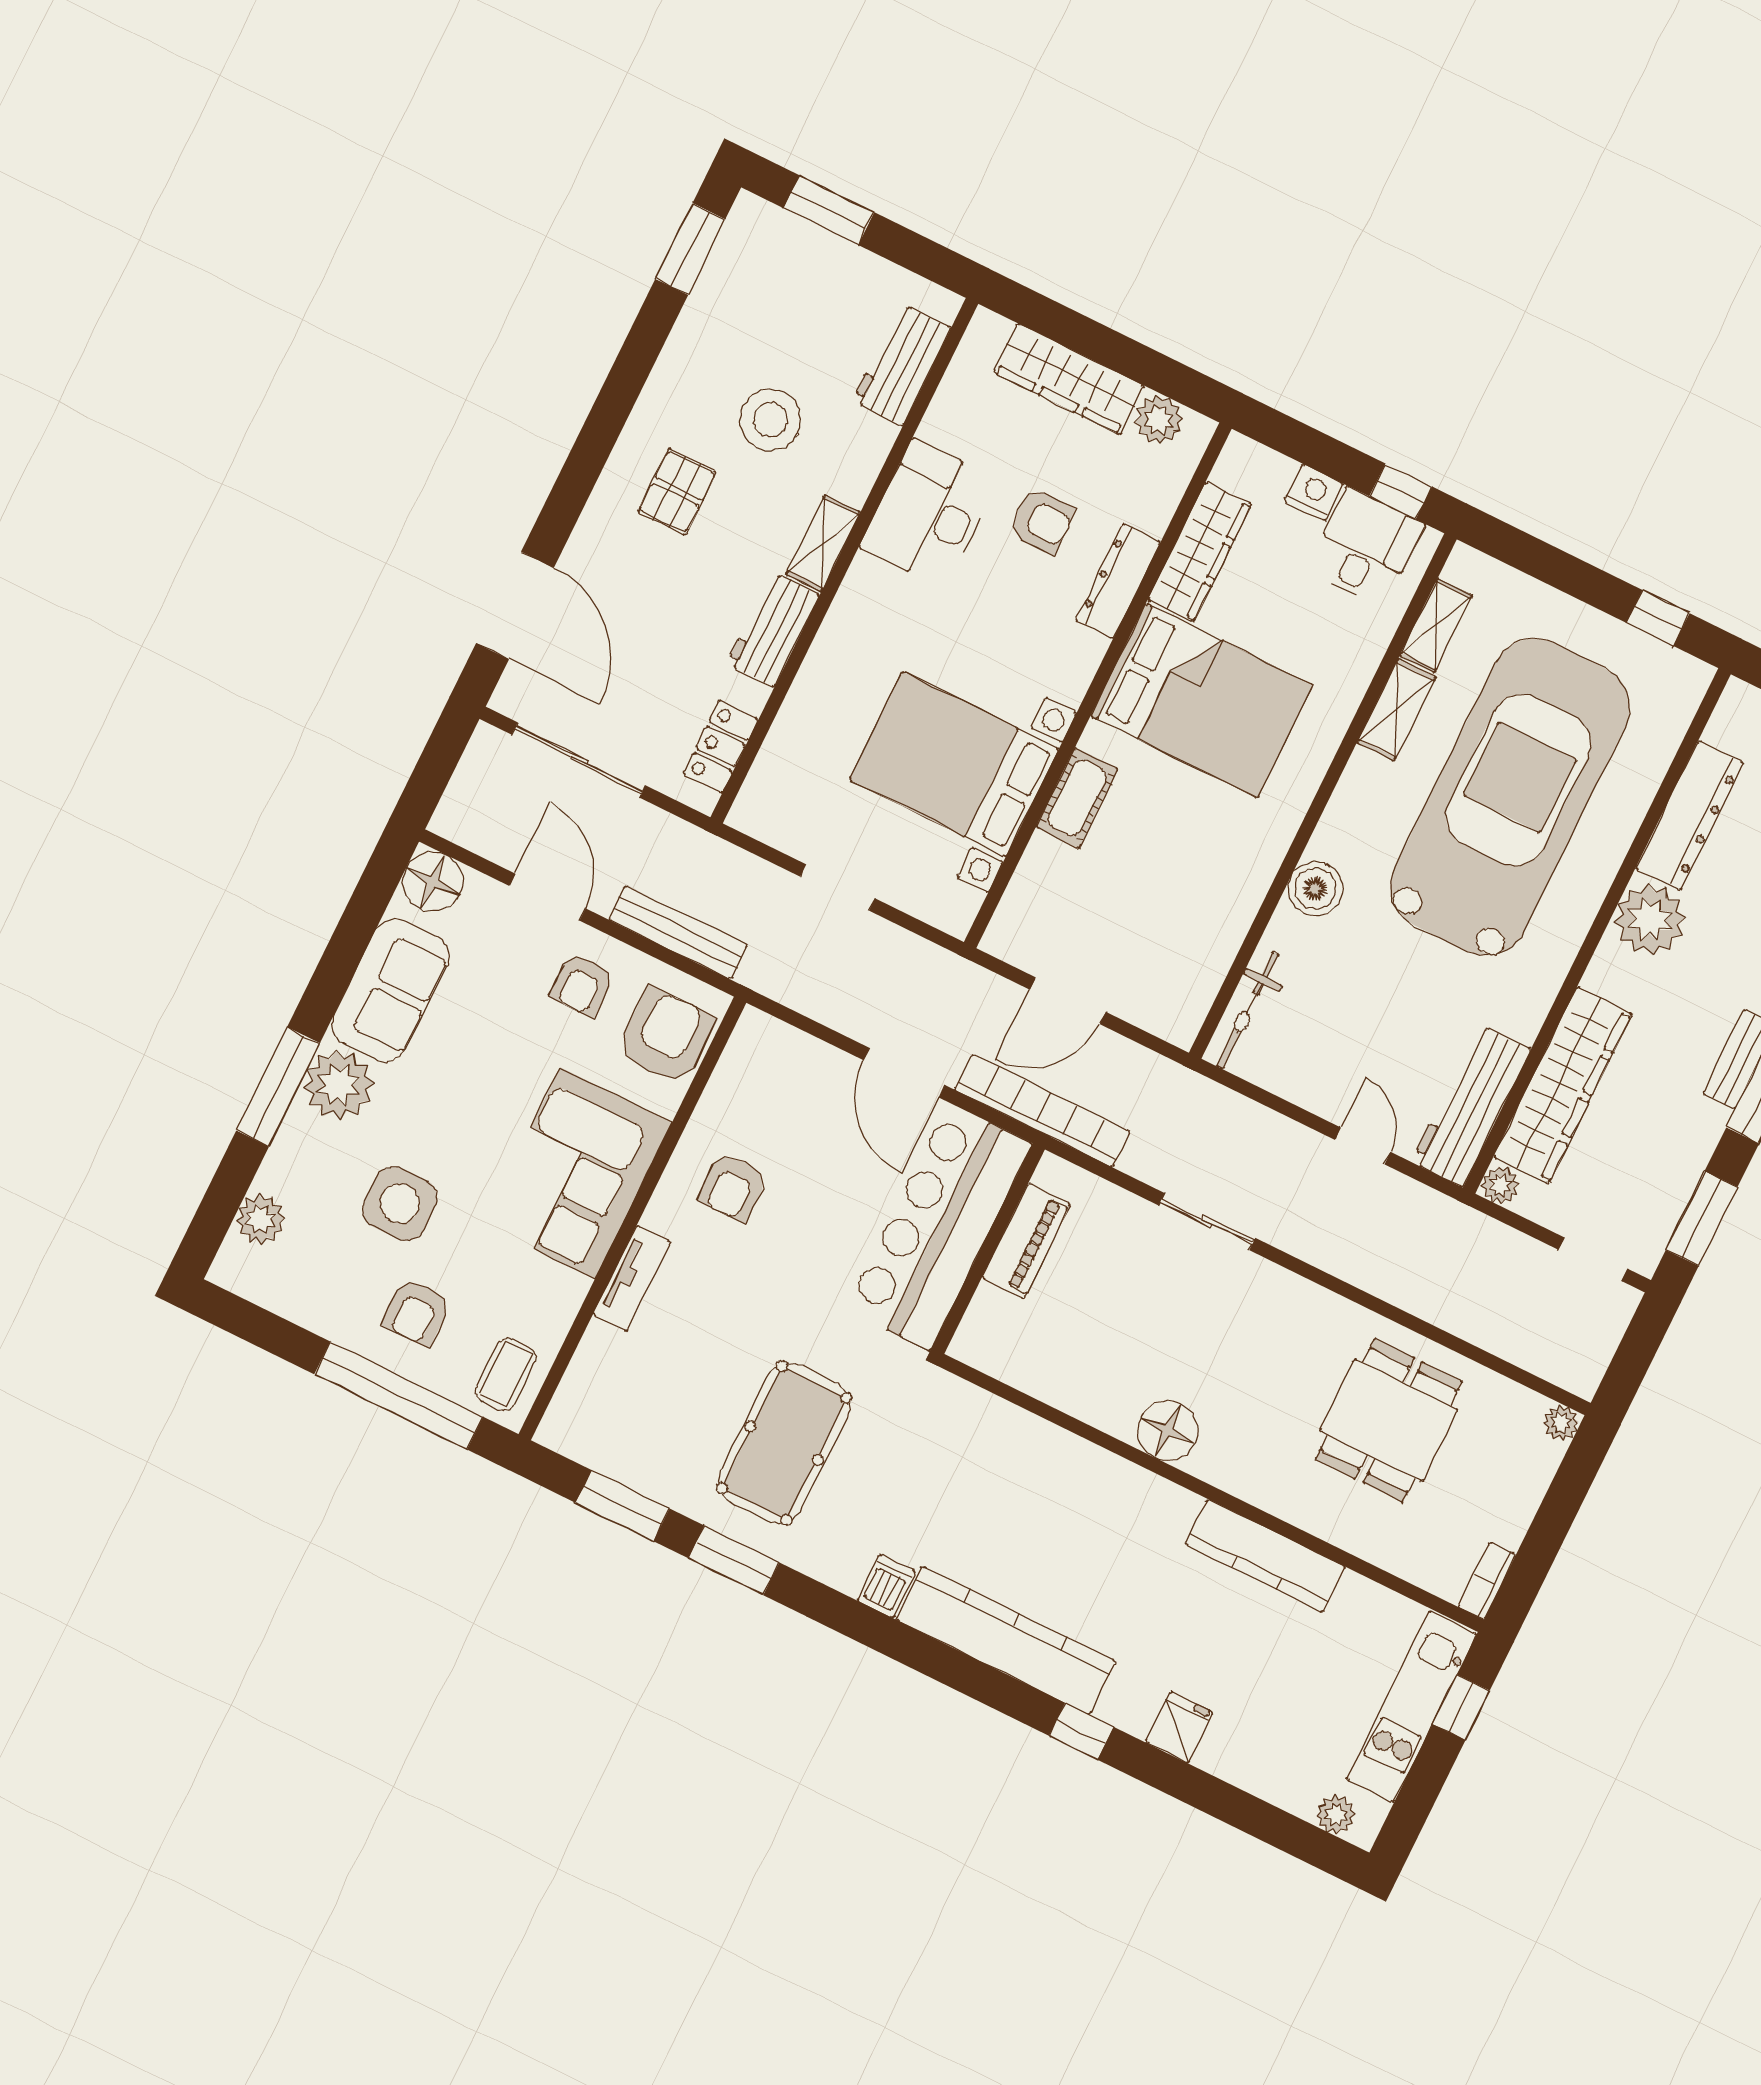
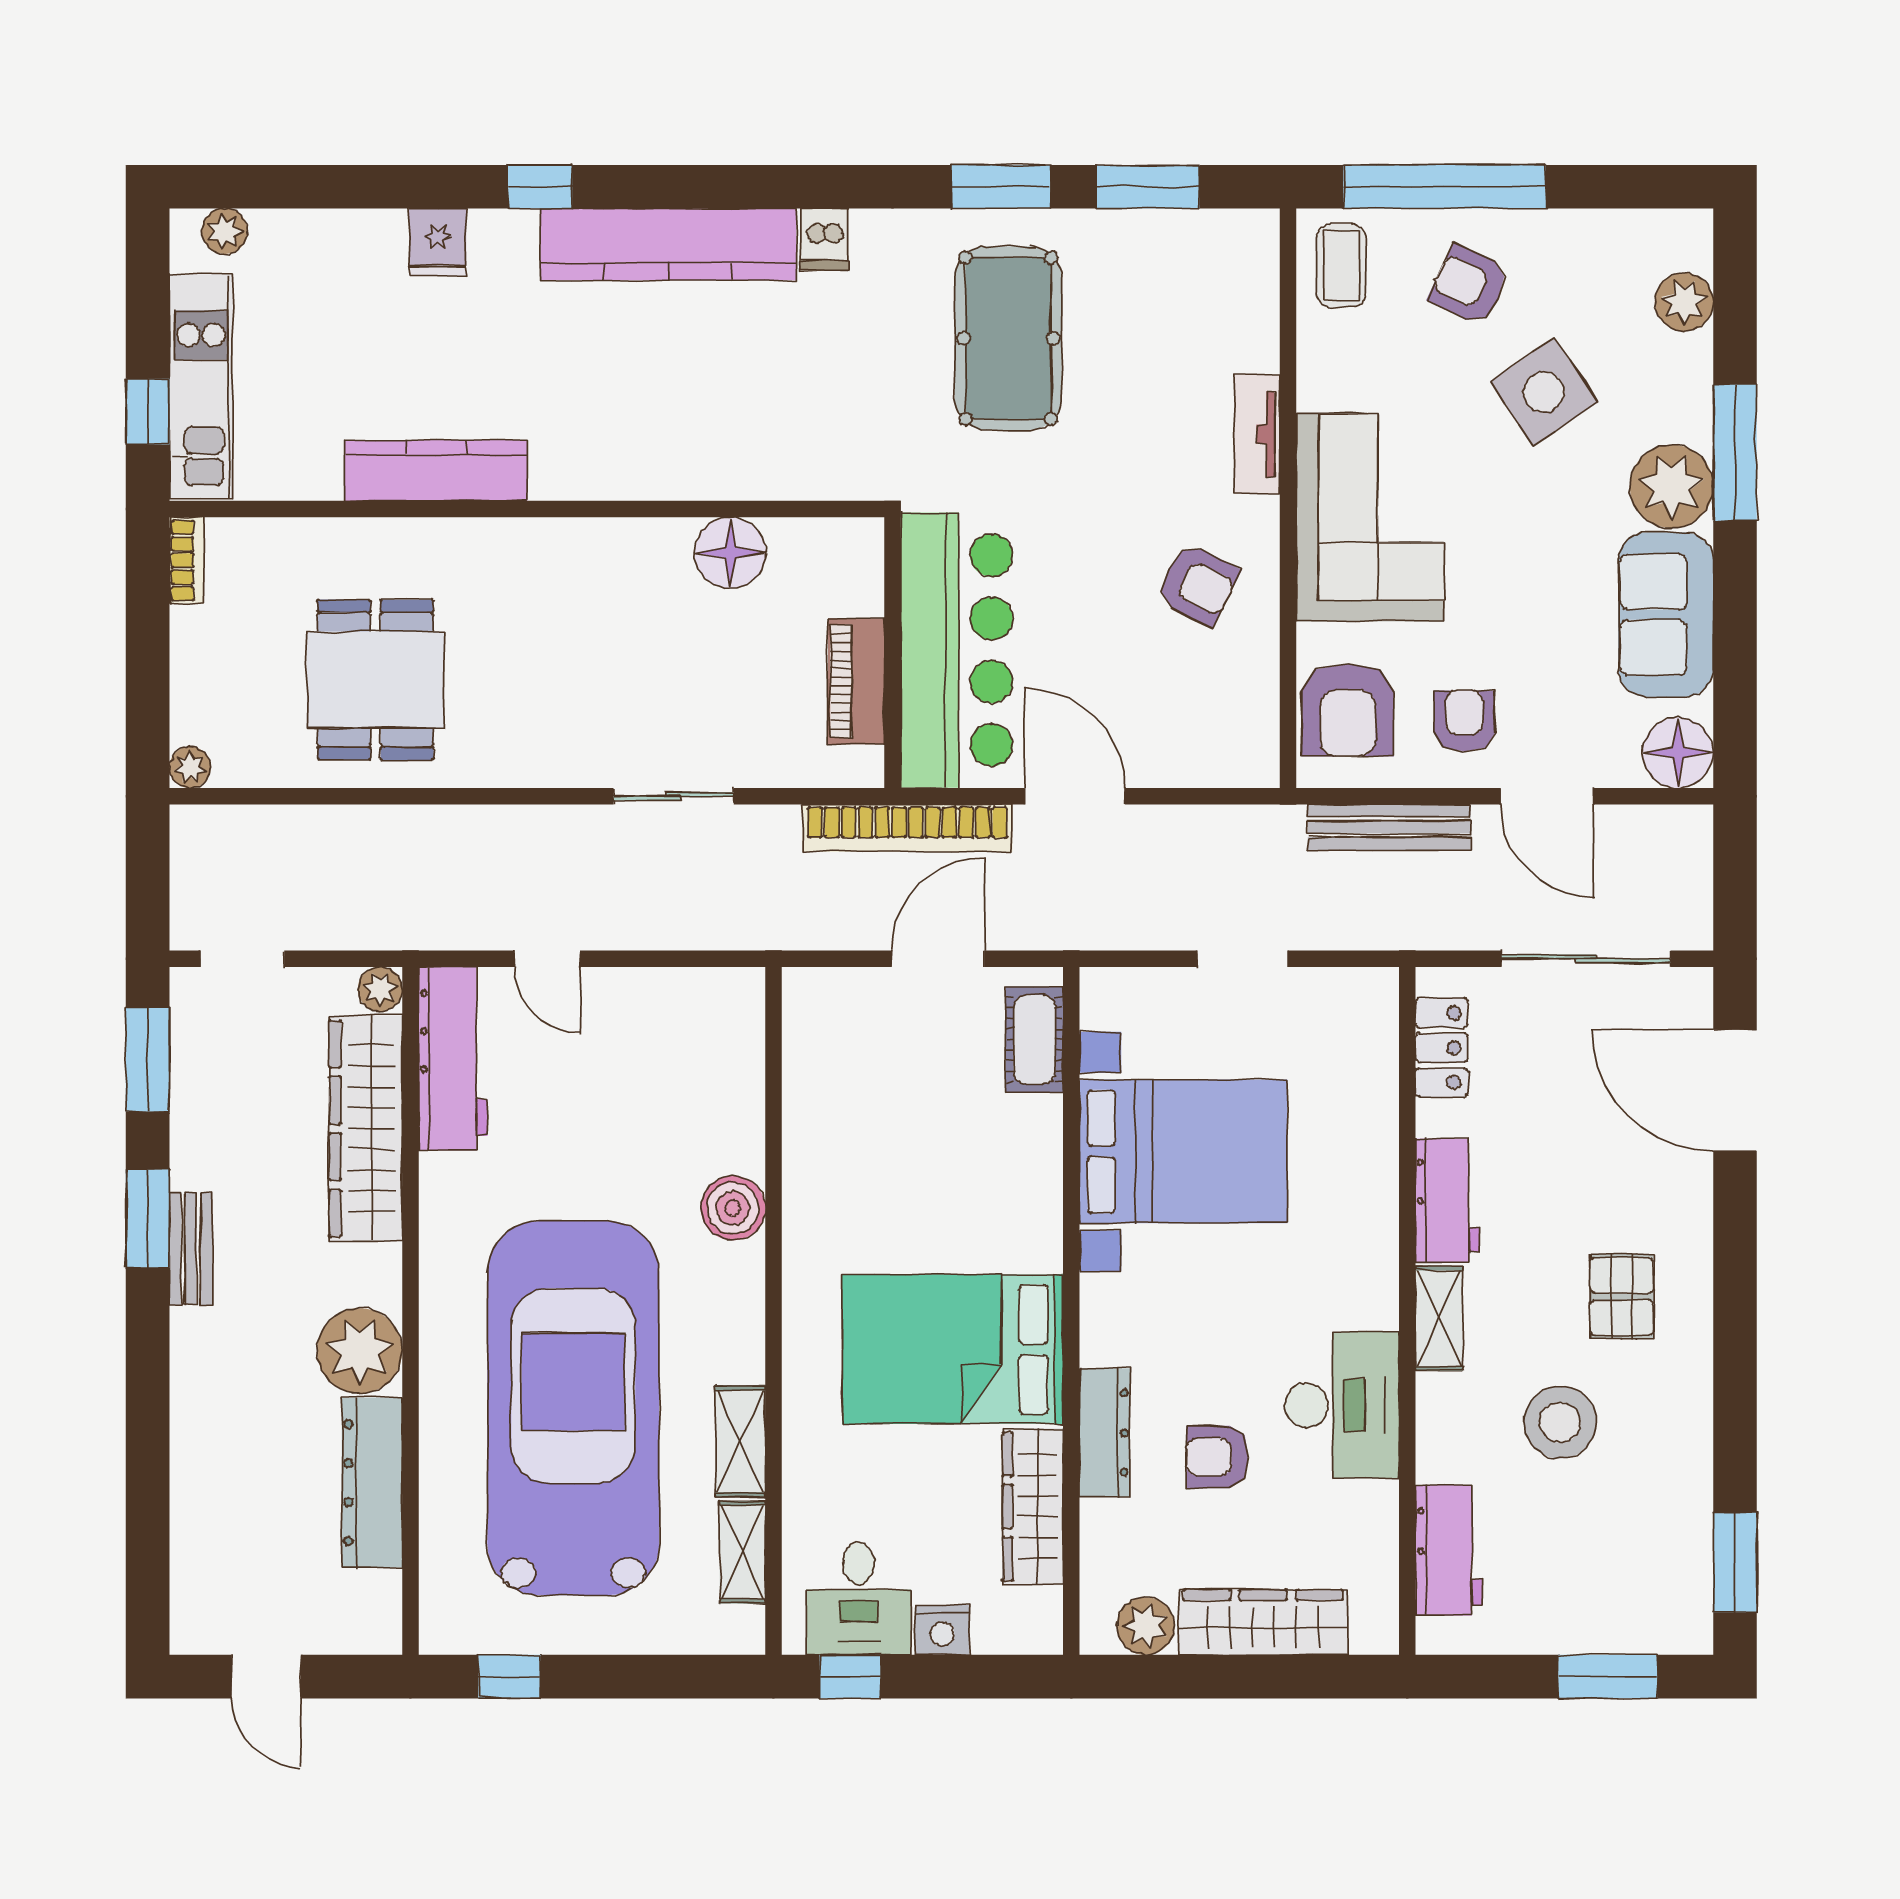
car: (1510, 797) -> (573, 1408), turned 180
cot: (1077, 798) -> (1034, 1040), moved
bicycle: (1248, 1010) -> (741, 1043), removed
armchair: (733, 1187) -> (1198, 584), turned 117
side table: (400, 1204) -> (1544, 392), turned -34
armchair: (417, 1312) -> (1469, 285), turned -65
floor lamp: (1168, 1431) -> (730, 553), moved

